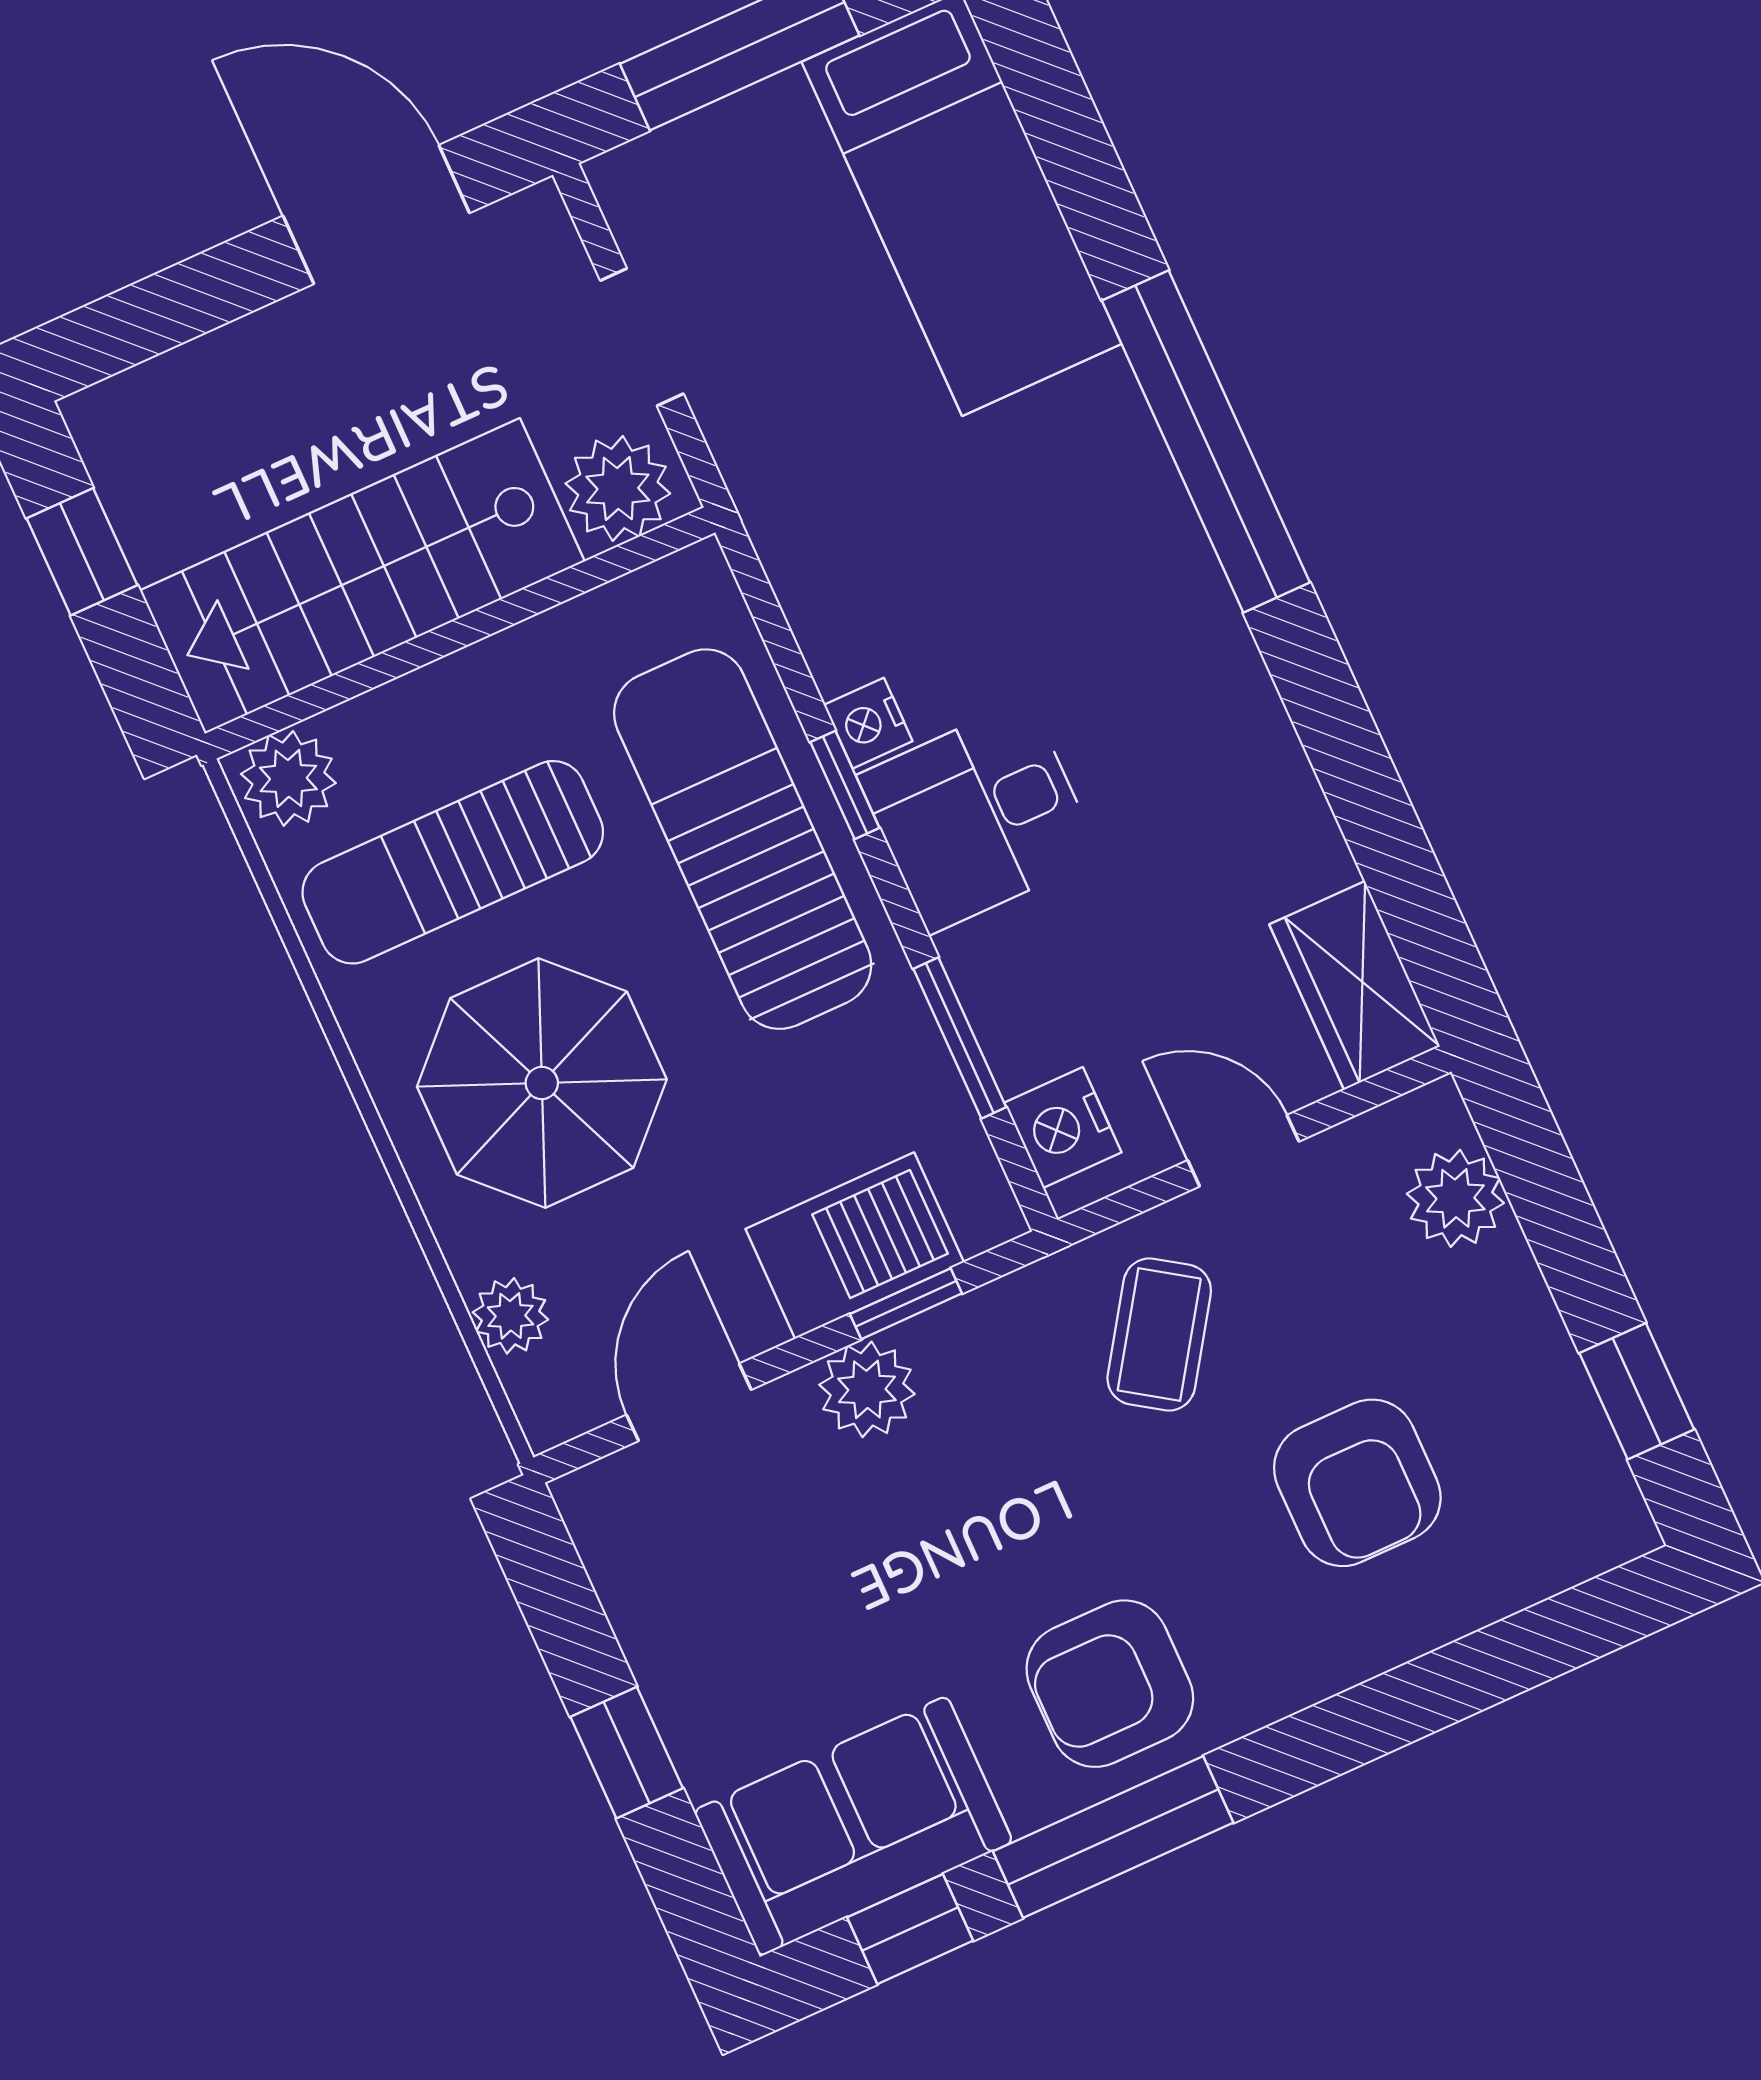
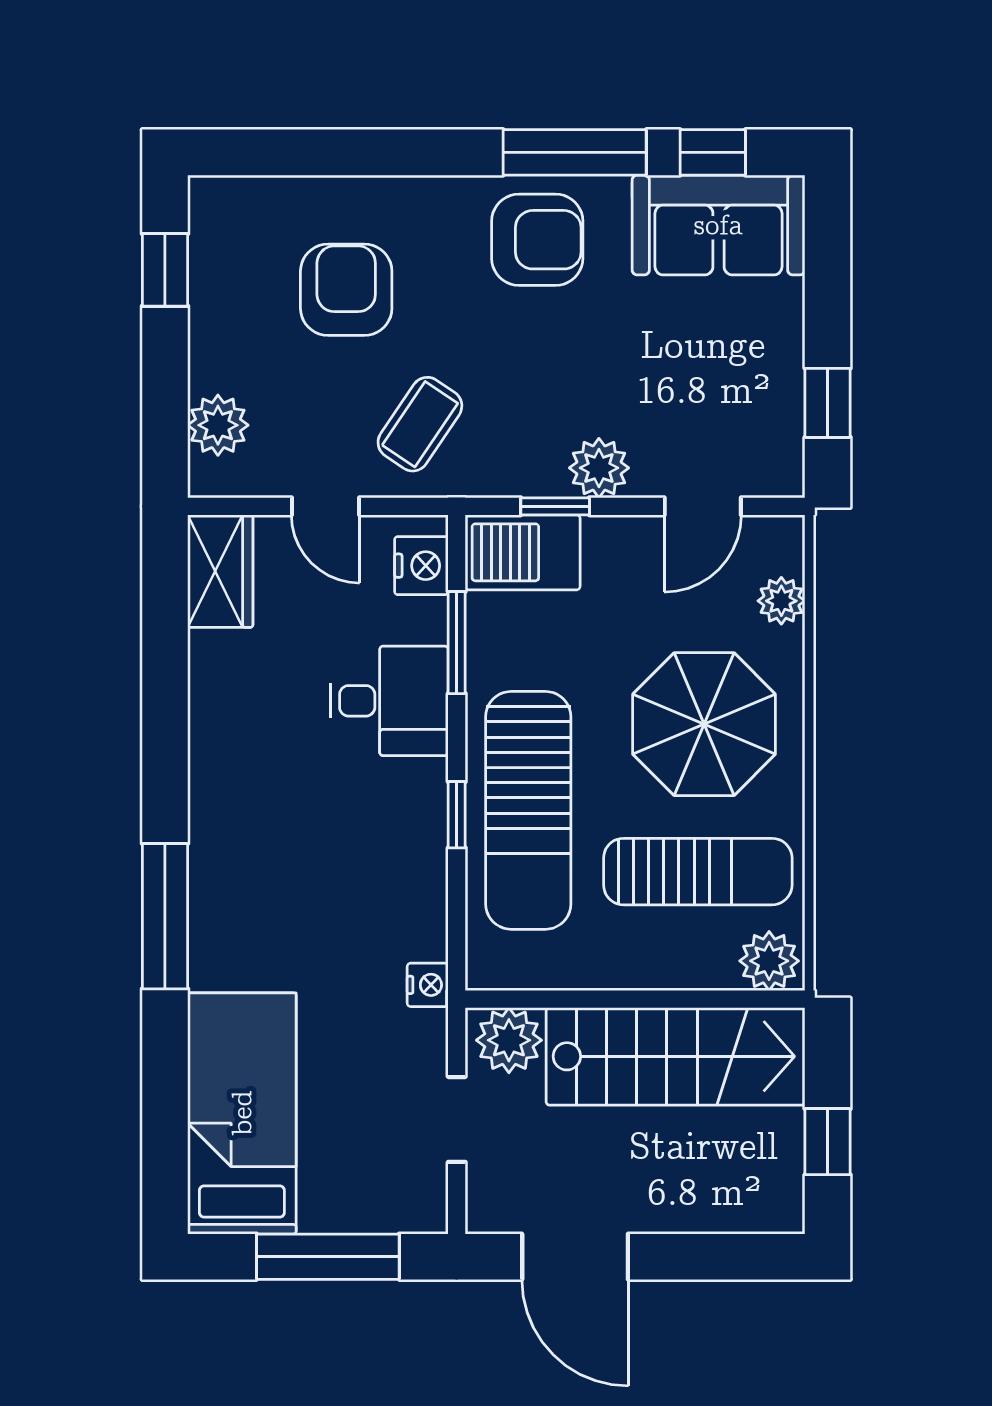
window: (1206, 442) -> (165, 916), width x0.68
nightstand: (868, 723) -> (428, 985), moved
desk: (979, 816) -> (389, 701), moved
barbecue: (855, 1246) -> (523, 552), moved
window: (627, 1753) -> (828, 403), moved

